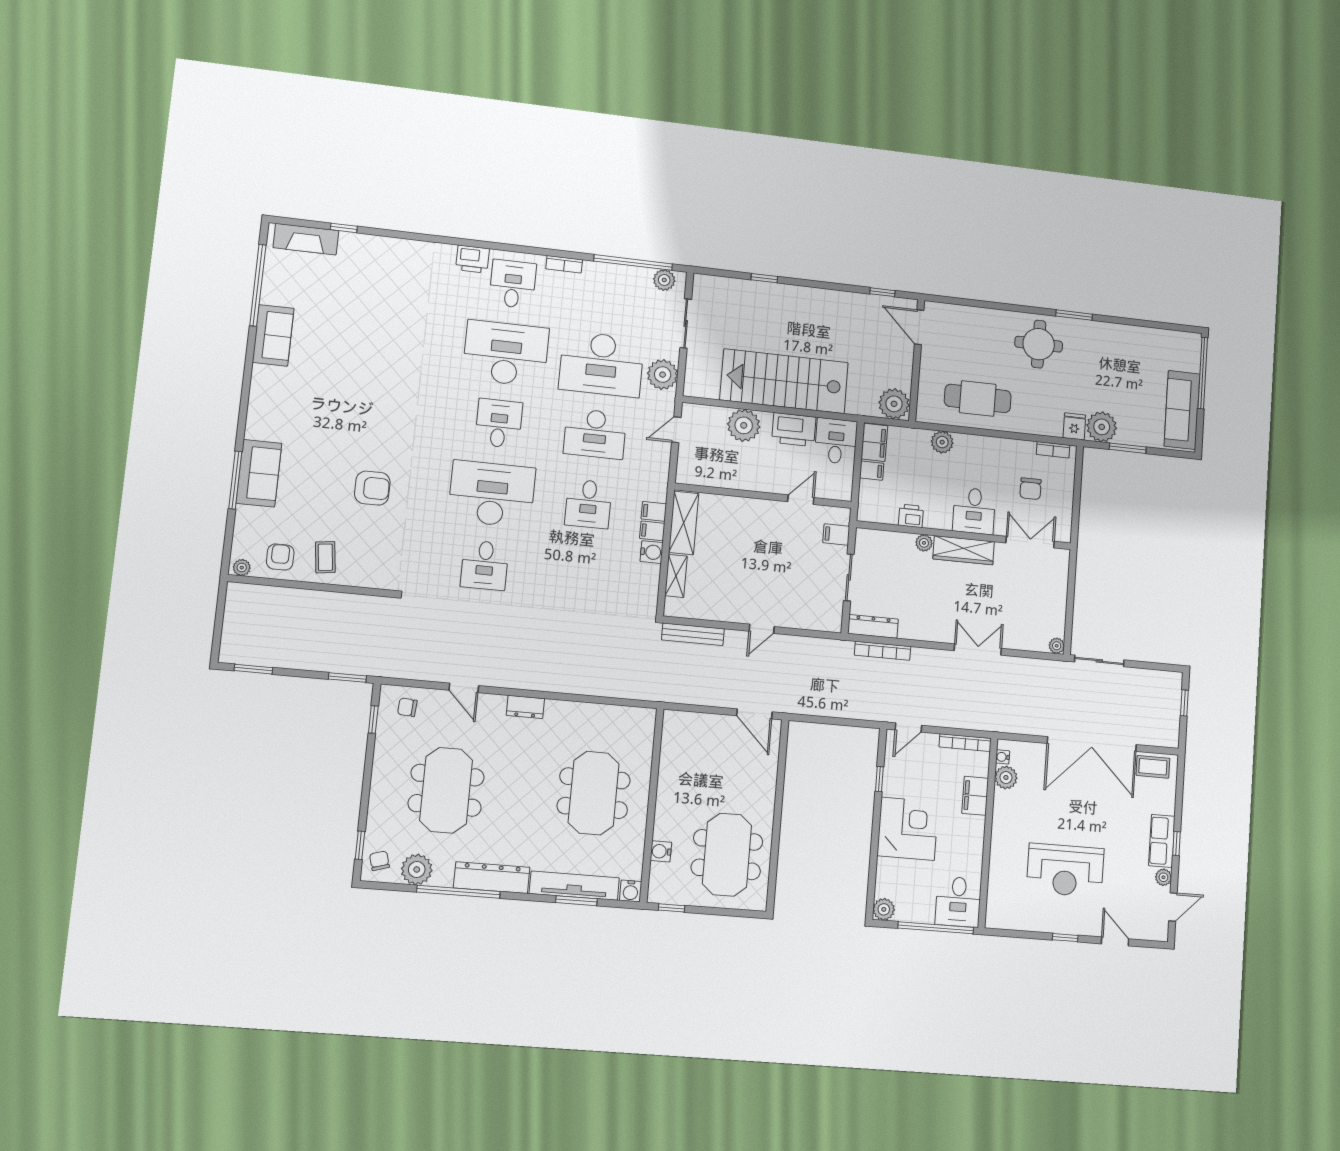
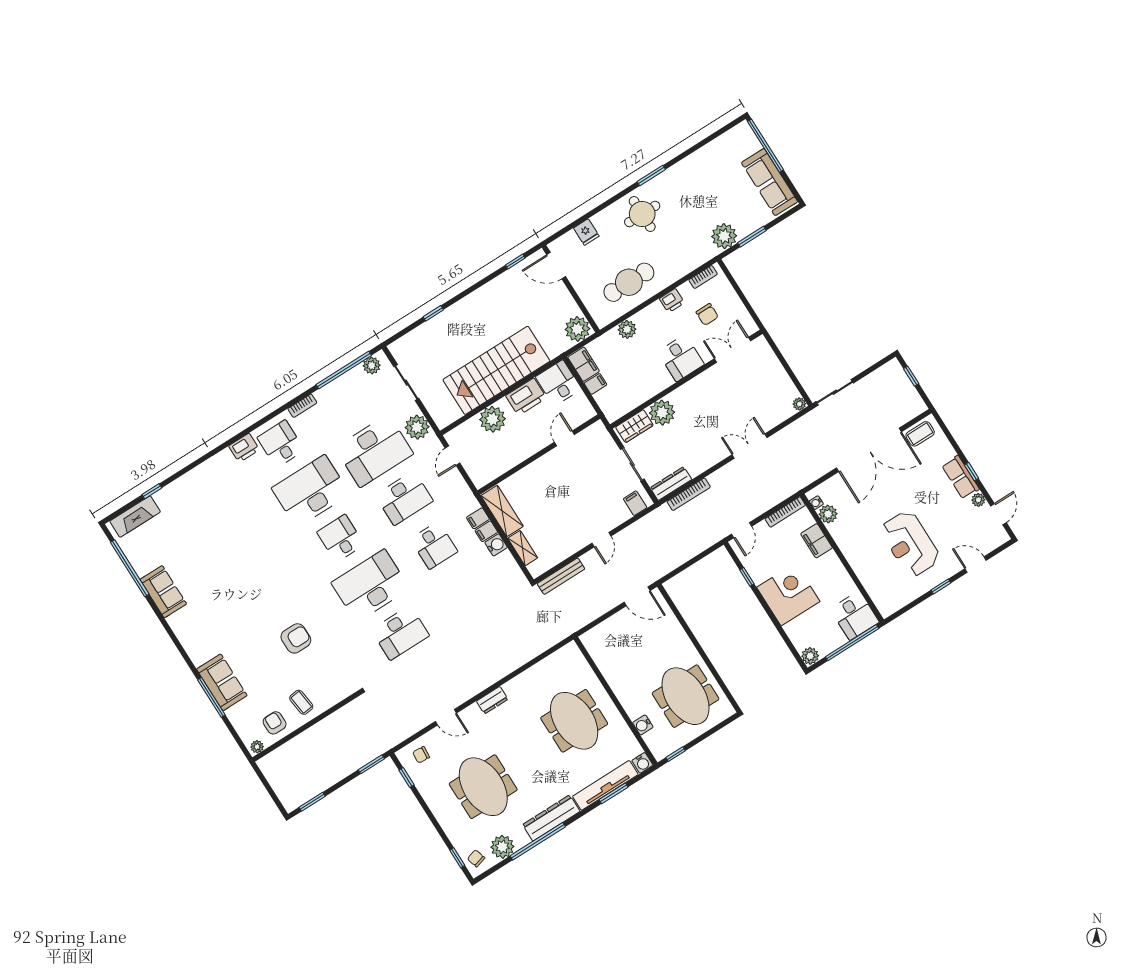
fridge: (1074, 426) -> (586, 232), moved, turned 180
printer: (911, 516) -> (672, 301), moved, turned 180
filing cabinet: (836, 534) -> (635, 503), moved, turned 90
plant: (924, 543) -> (662, 413), width x1.88, depth x1.88
wardrobe: (964, 550) -> (634, 426), moved, width x0.67
desk: (485, 565) -> (400, 633), width x1.37
reception desk: (1065, 870) -> (910, 544), turned 90

